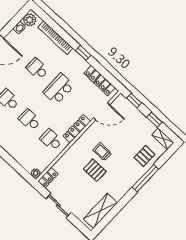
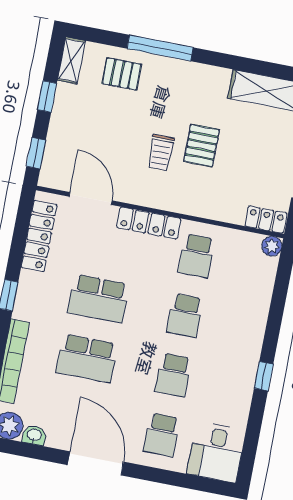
school desk: (37, 69) -> (87, 358), width x1.85

